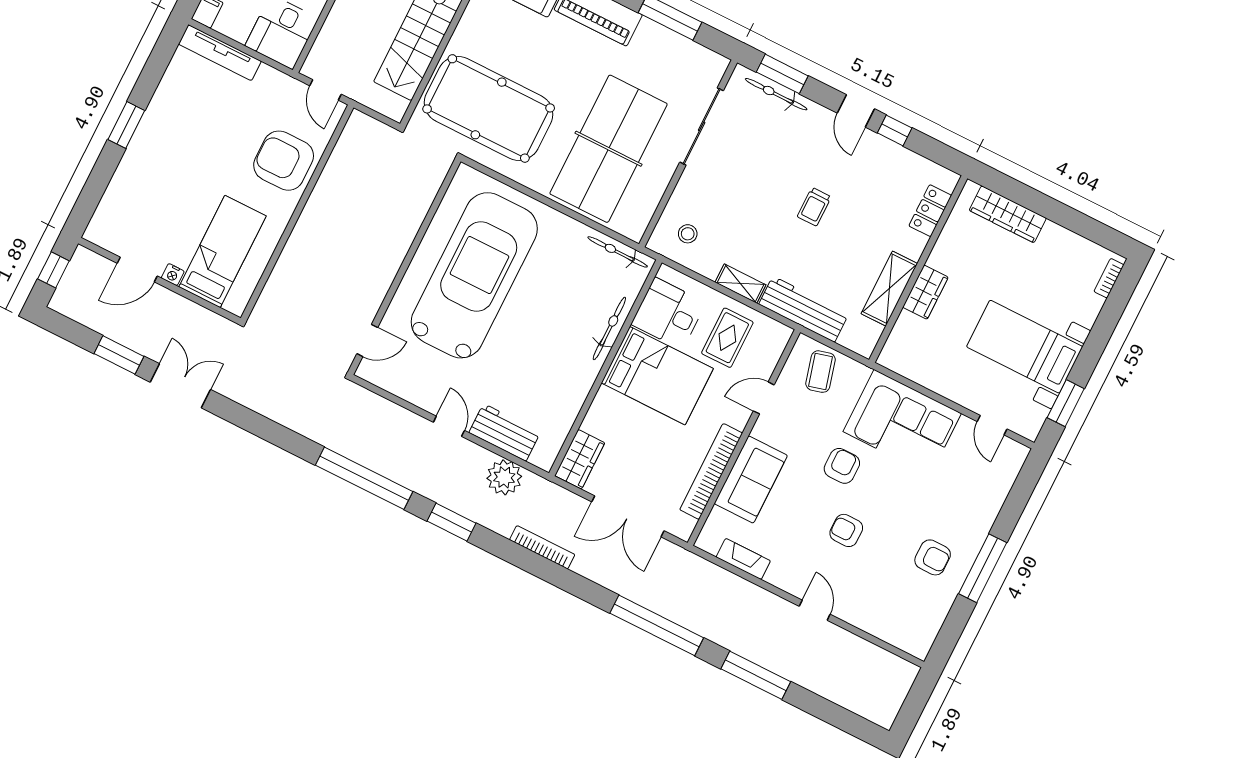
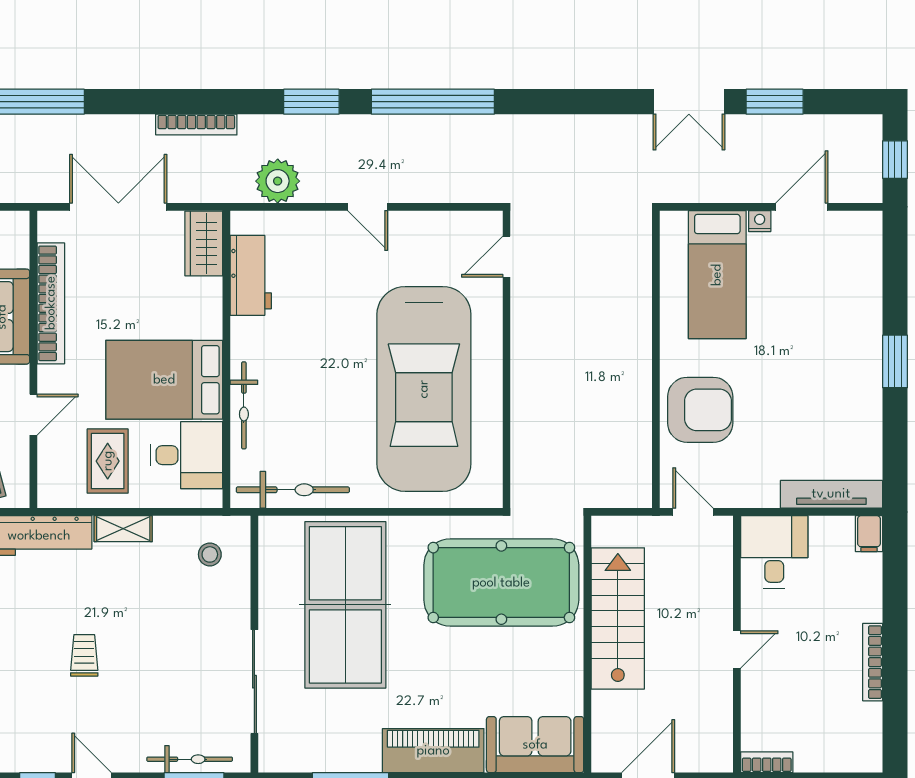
bicycle: (618, 252) -> (293, 490), width x1.37, depth x1.40
workbench: (505, 432) -> (251, 275), moved, turned -90

